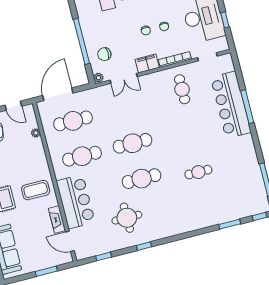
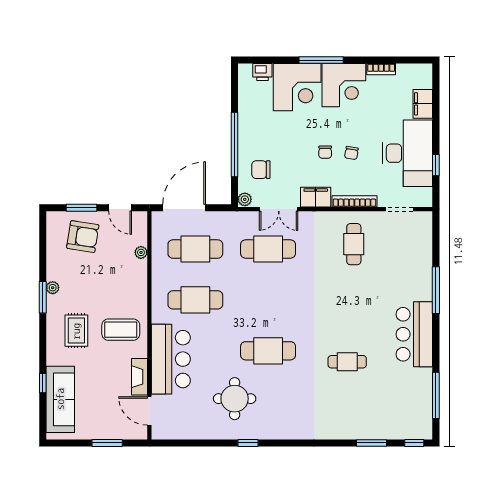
bar counter: (231, 105) -> (414, 334), moved, width x0.73
cafe table: (132, 143) -> (268, 249), moved
window: (104, 256) -> (190, 443), removed

